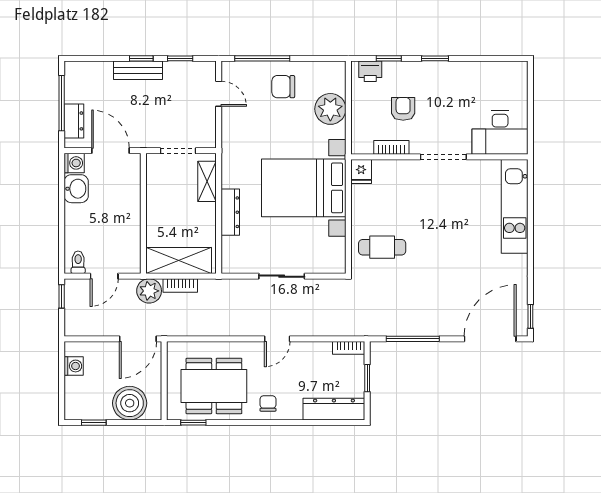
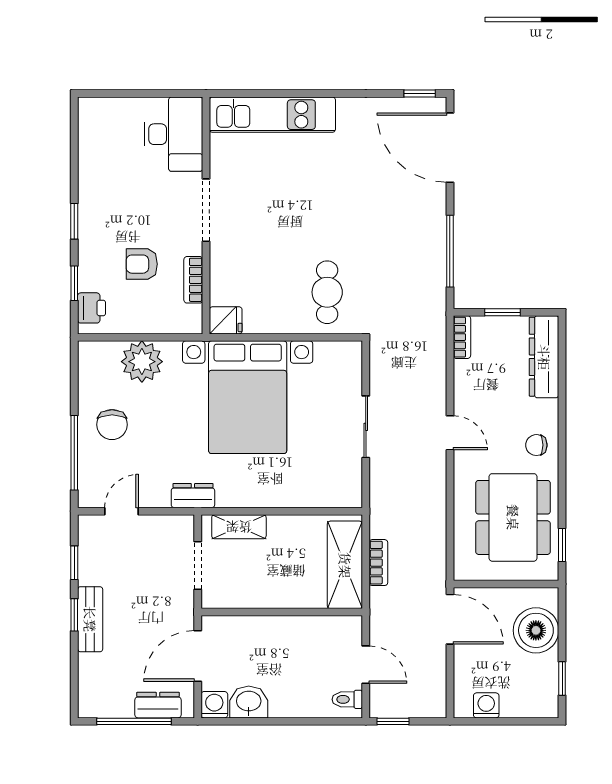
dresser: (230, 212) -> (193, 496), moved, width x0.70
plant: (149, 291) -> (386, 604), removed

